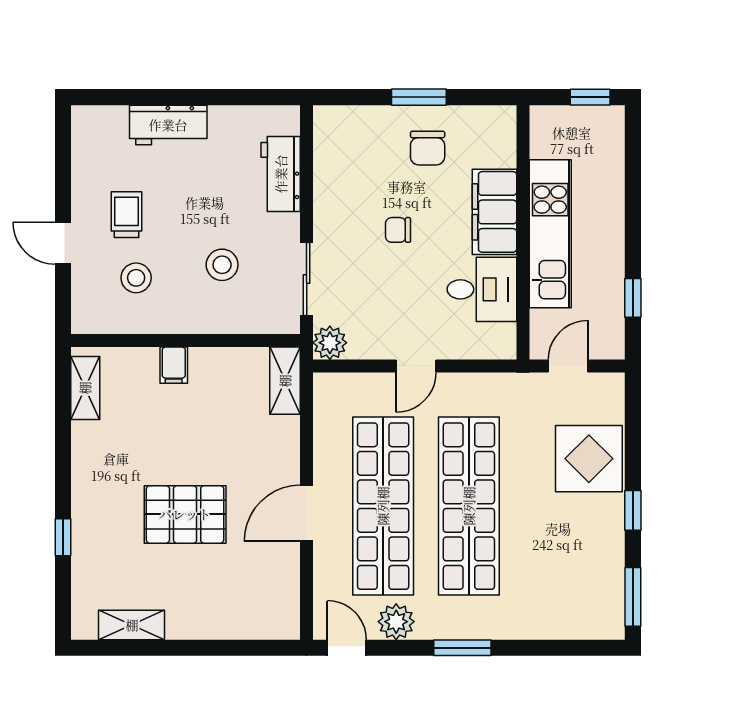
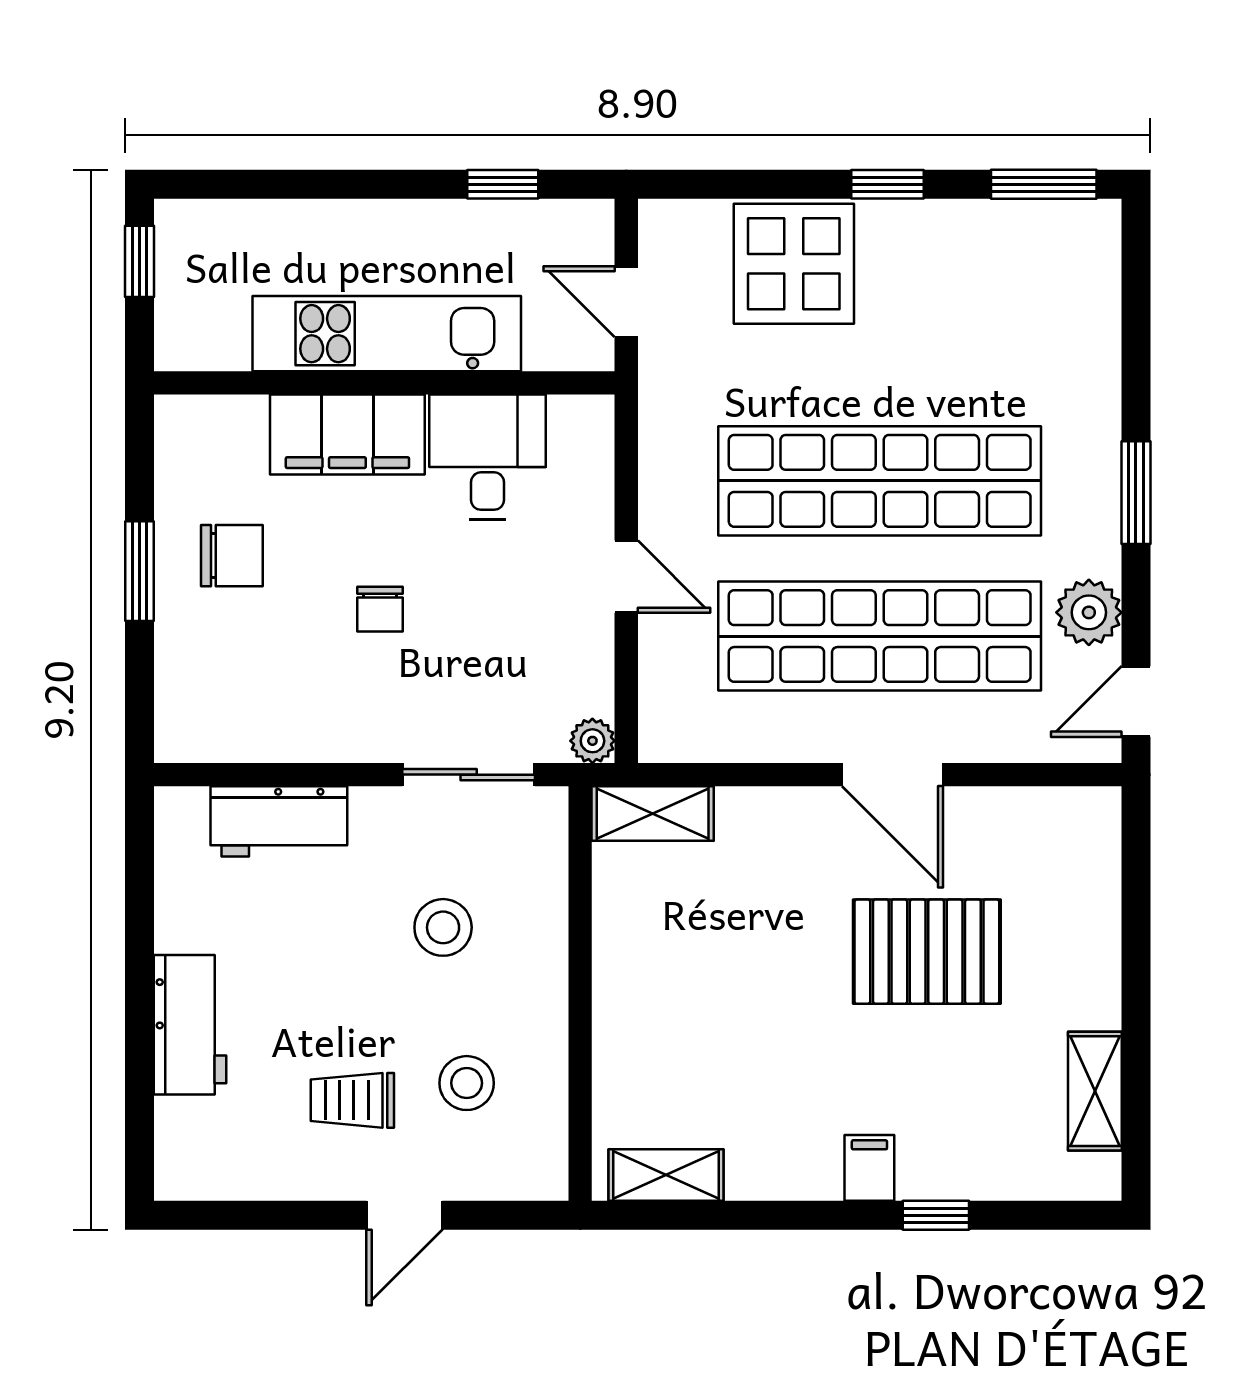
plant: (330, 343) -> (592, 741), width x0.73, depth x0.73
filing cabinet: (174, 365) -> (869, 1168), moved, turned -90
pallet: (185, 514) -> (927, 952), moved, turned 90

